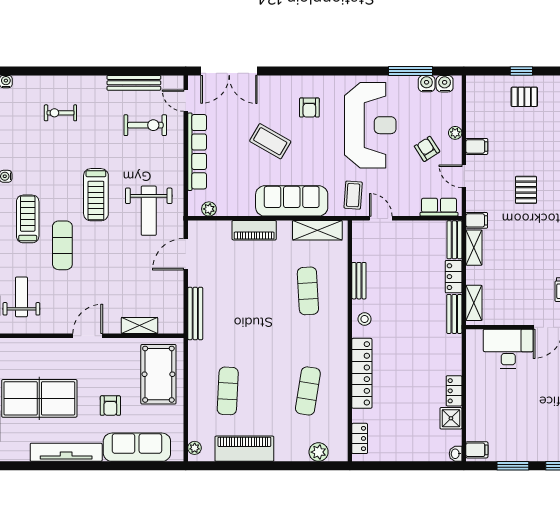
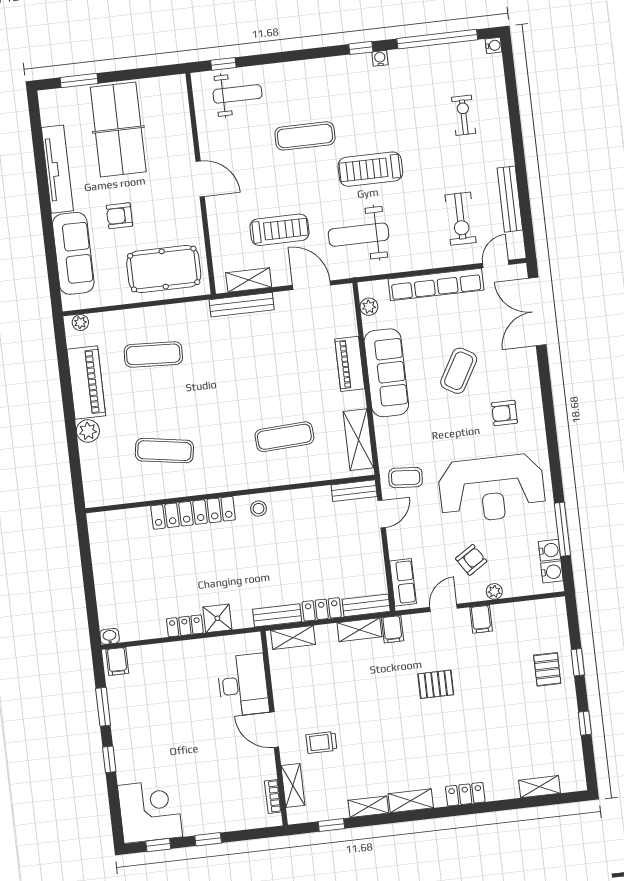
sofa: (292, 201) -> (386, 373), moved
treadmill: (28, 219) -> (279, 230), moved
bench: (359, 281) -> (354, 491), moved
shelving: (140, 325) -> (249, 280), moved, turned 90
shower: (451, 418) -> (217, 618), moved
locker: (360, 438) -> (115, 519), removed
plant: (319, 452) -> (88, 431), moved

